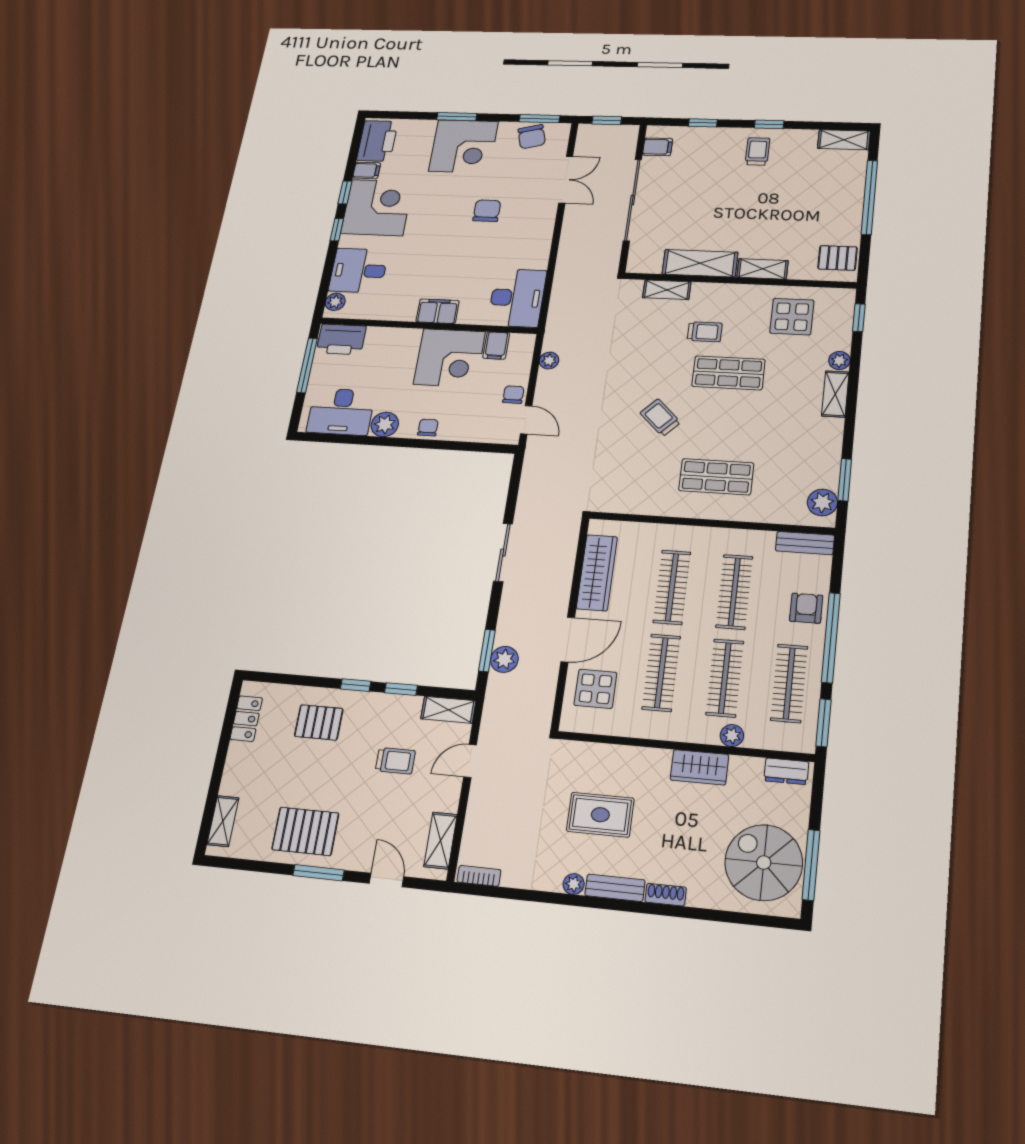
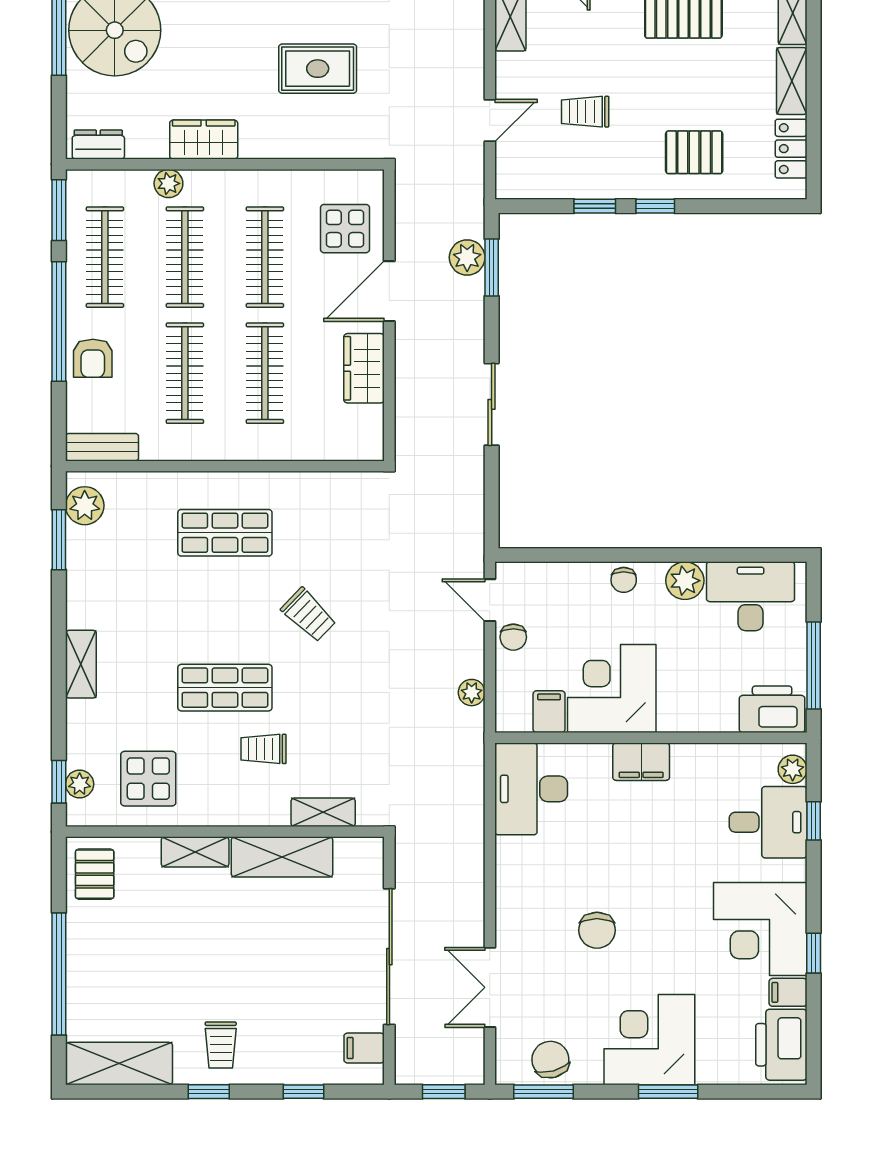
shelving: (844, 140) -> (119, 1064), width x1.50, depth x1.33
window: (337, 230) -> (814, 821), moved
pallet: (838, 258) -> (95, 874), turned 90
plant: (839, 360) -> (80, 784), moved
wardrobe: (597, 573) -> (364, 368), width x0.67
shelving: (448, 710) -> (792, 81), moved, turned 90

